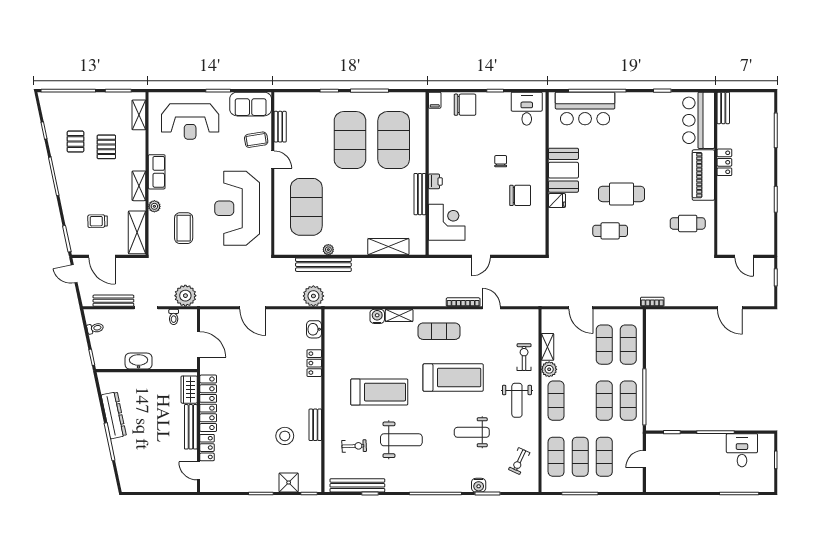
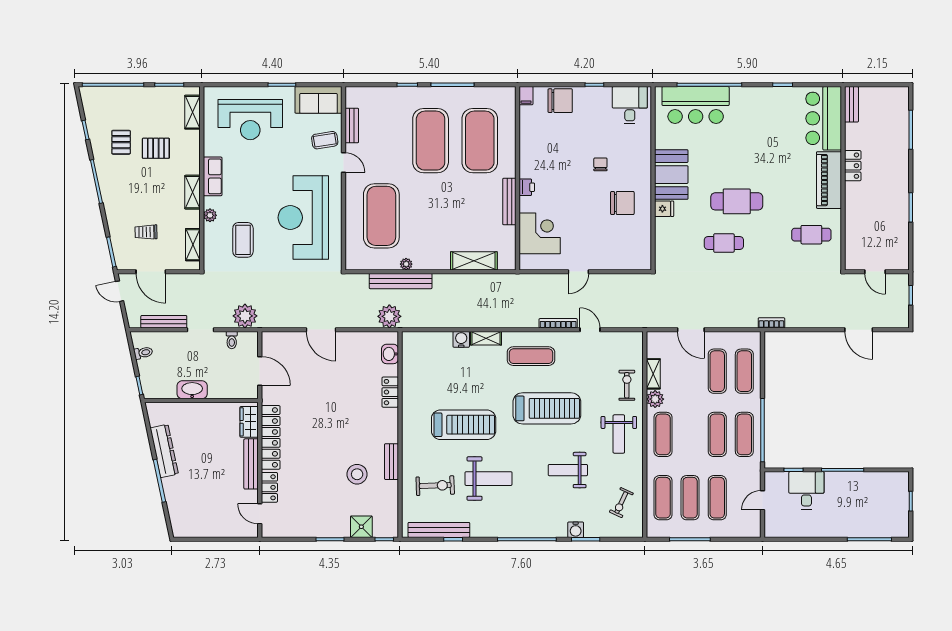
pallet: (106, 147) -> (156, 148), turned 90
shelving: (137, 232) -> (193, 245), width x0.67, depth x0.75
exercise bike: (354, 446) -> (435, 486), width x1.38, depth x1.39
desk: (742, 450) -> (806, 490), moved

